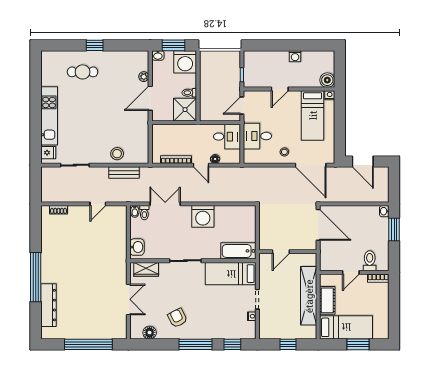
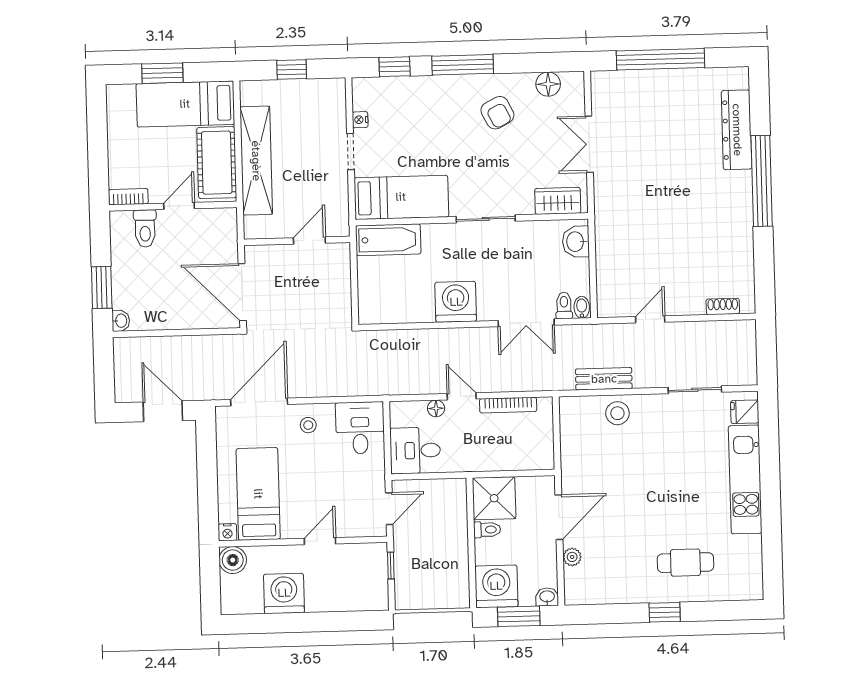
washing machine: (295, 56) -> (284, 593), width x1.89, depth x1.89
desk: (257, 136) -> (360, 428), moved, turned -90
door: (311, 165) -> (259, 402), hinge flipped
cot: (327, 300) -> (217, 163), width x1.37, depth x1.34

